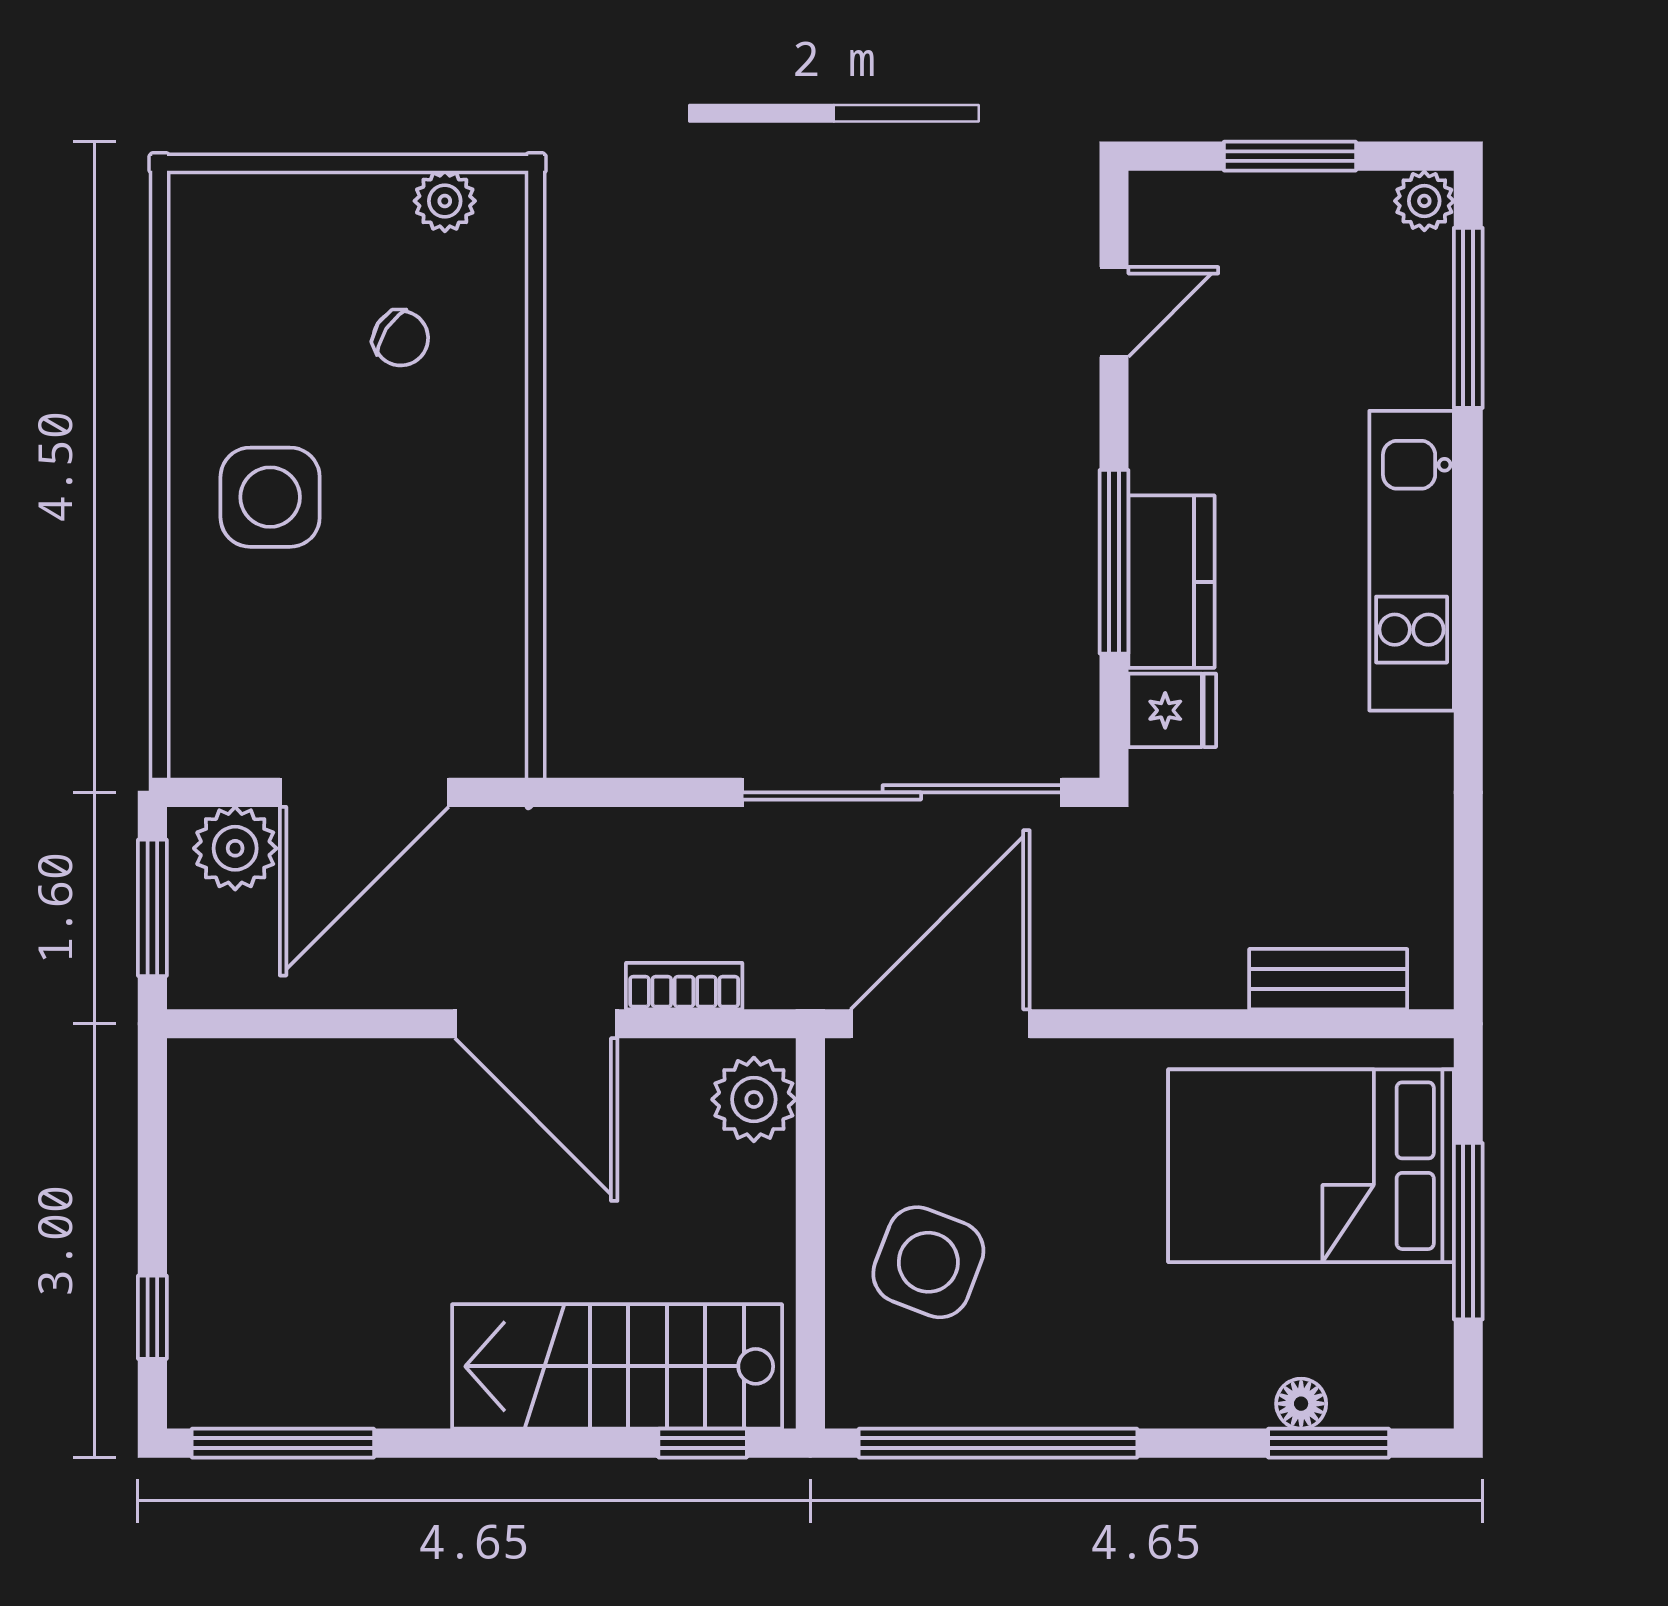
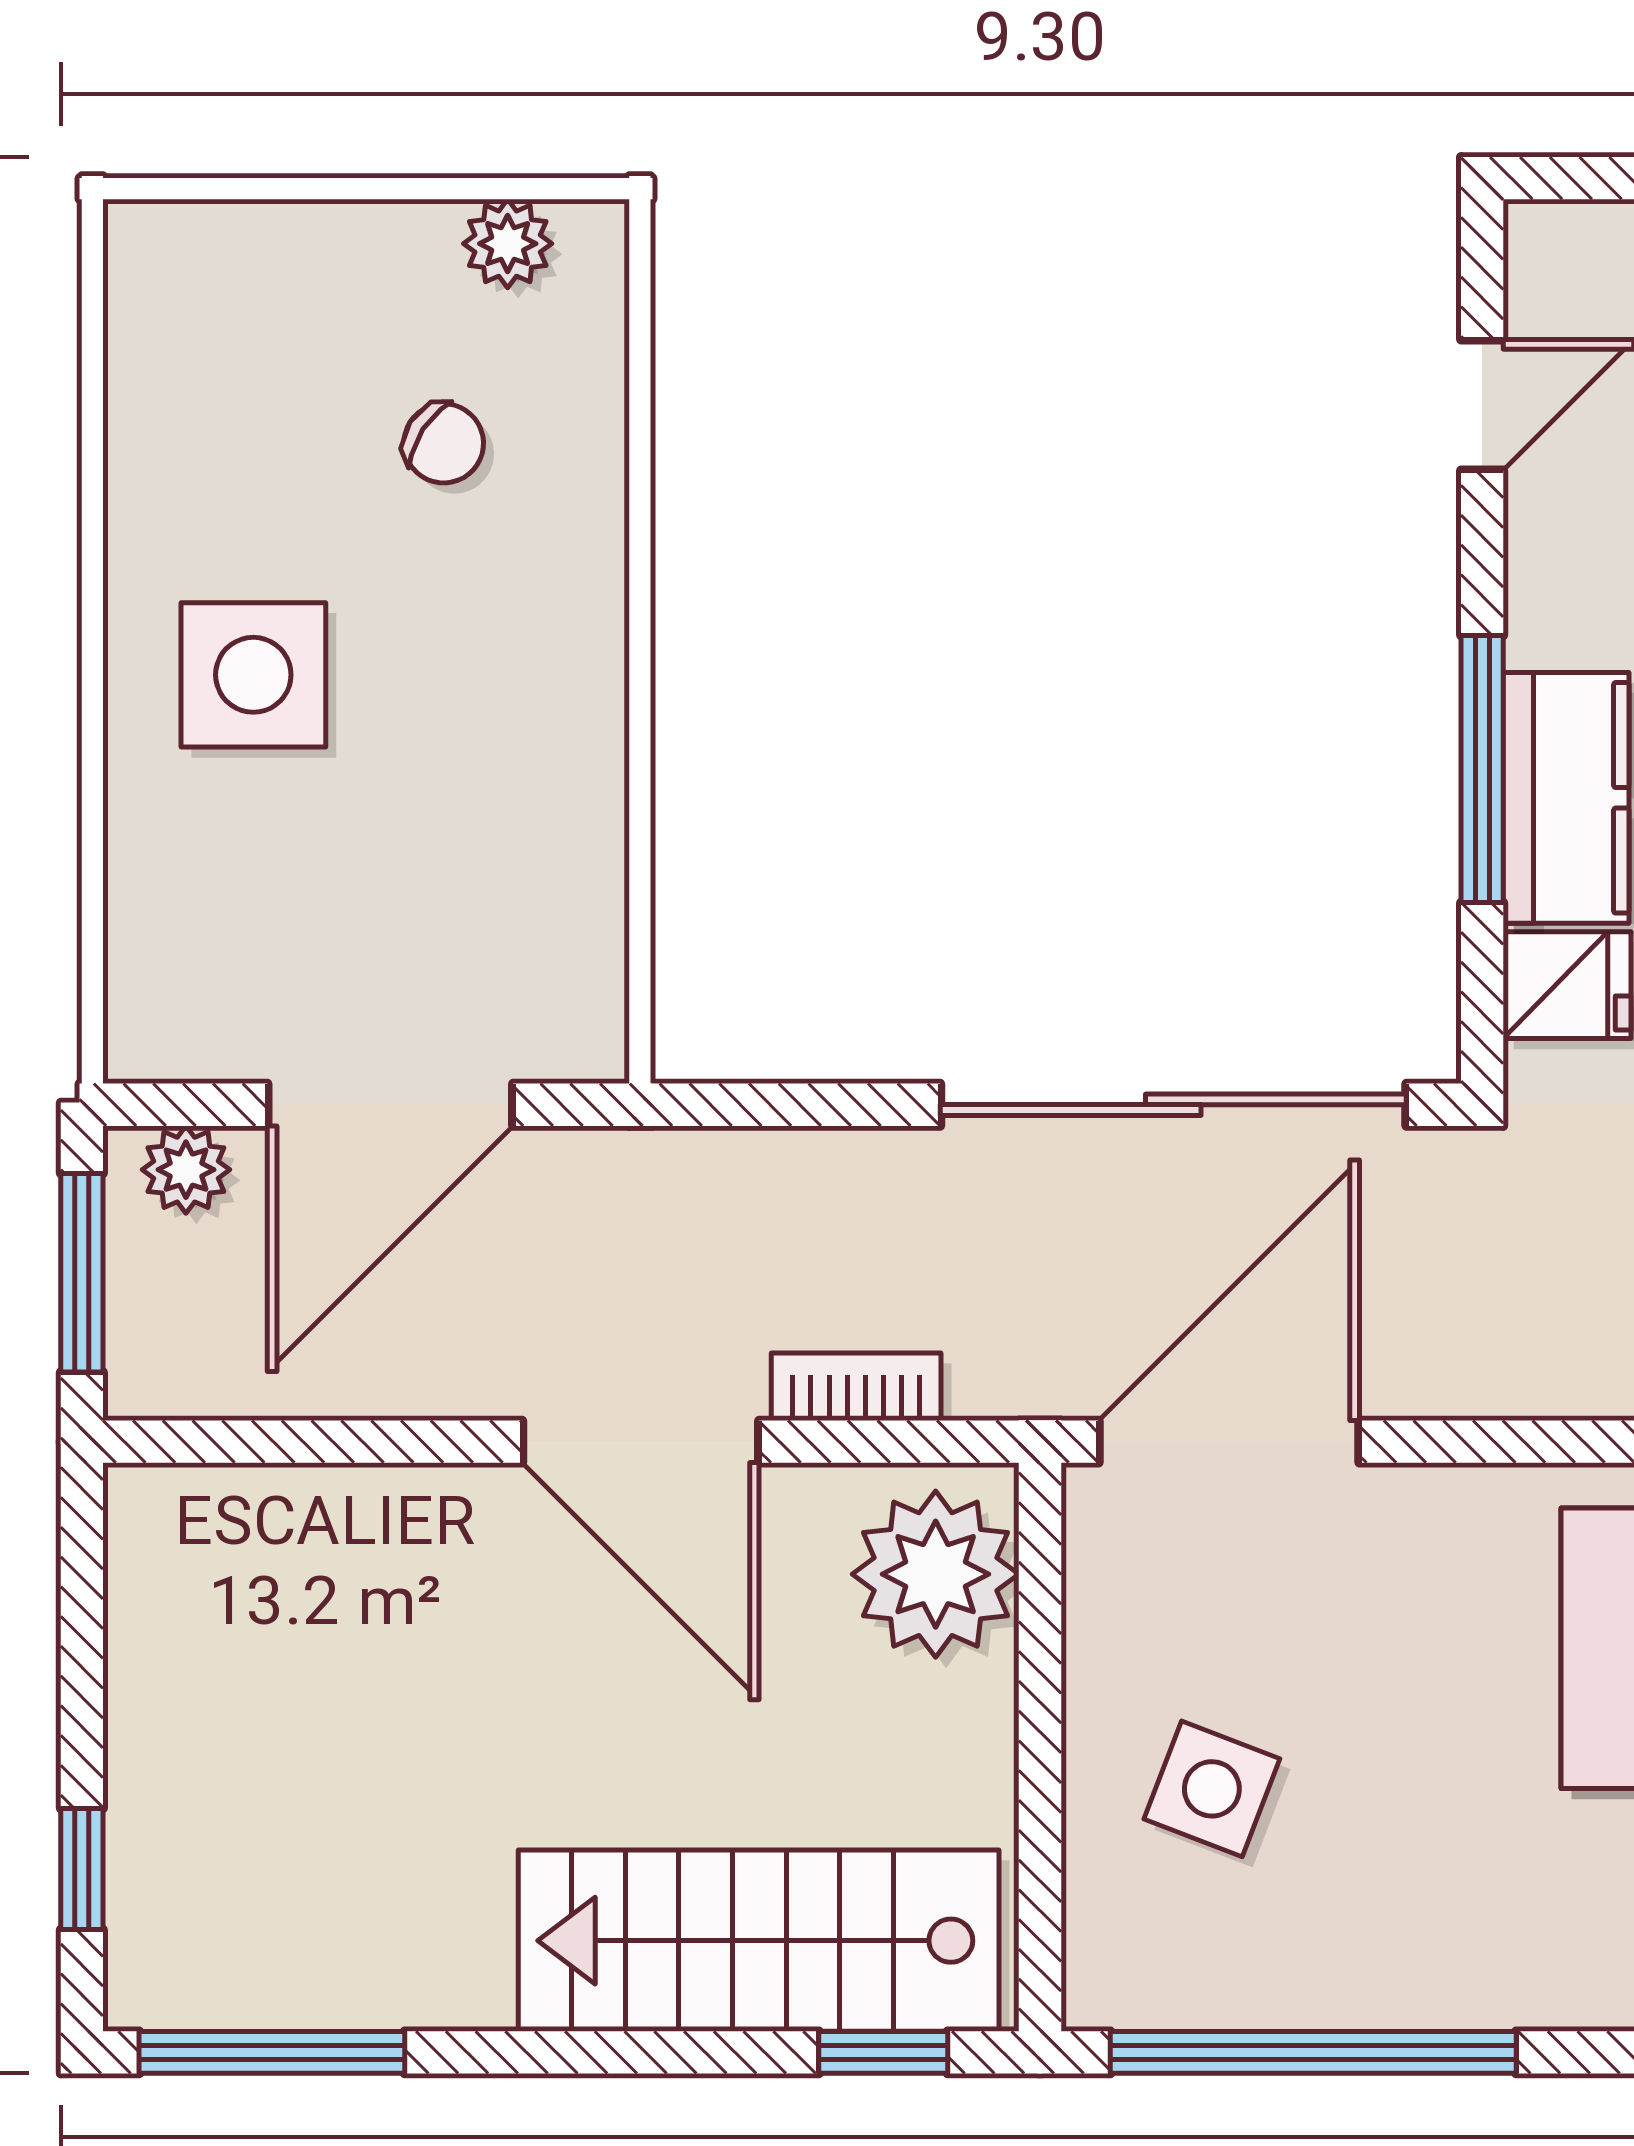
plant: (235, 848) -> (186, 1170), width x0.73, depth x0.73
plant: (754, 1099) -> (936, 1574), width x1.36, depth x1.36
side table: (928, 1262) -> (1212, 1789), width x0.73, depth x0.73

